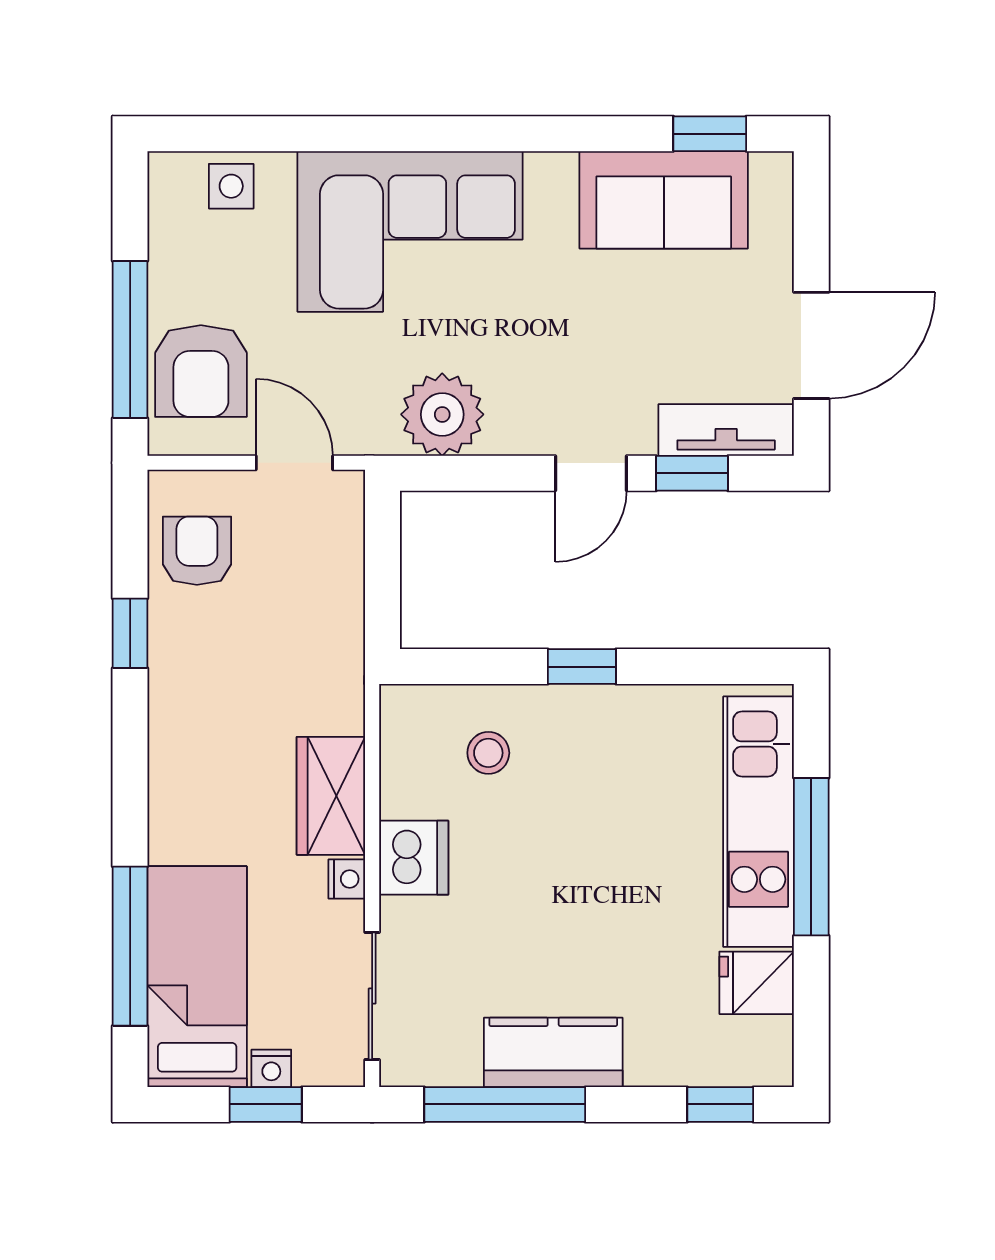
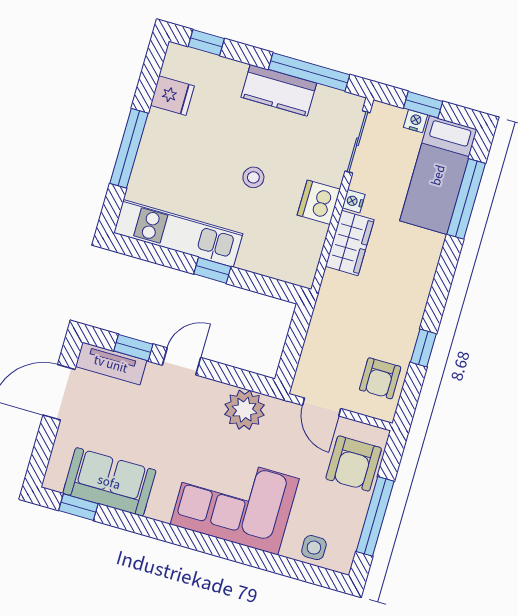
window: (130, 339) -> (375, 516), moved
armchair: (201, 371) -> (354, 463), turned 180
stool: (488, 753) -> (253, 177), moved
kitchen unit: (758, 822) -> (178, 233), moved, turned -90

